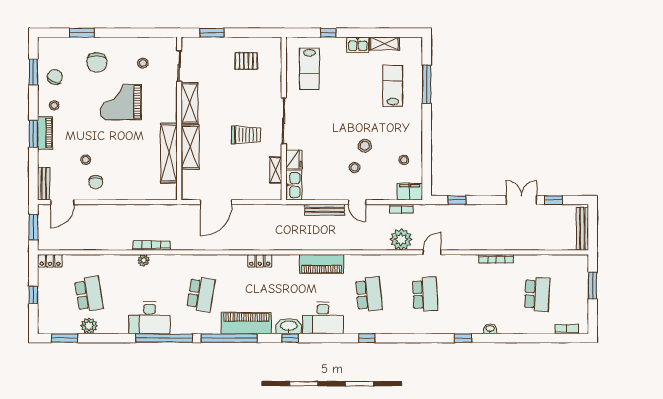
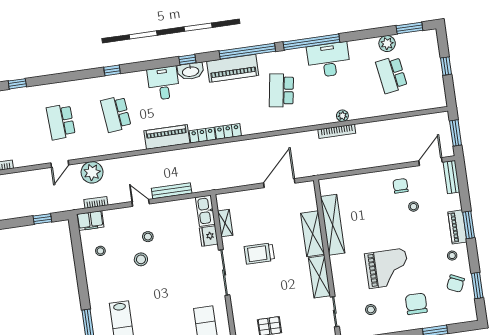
locker: (50, 261) -> (202, 135), moved
desk: (323, 318) -> (163, 83), width x0.73

